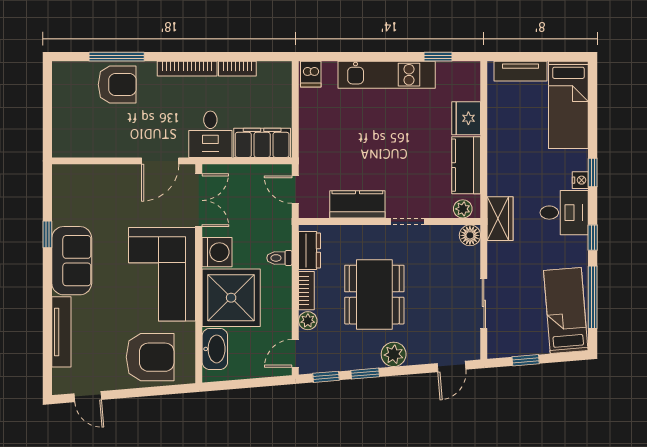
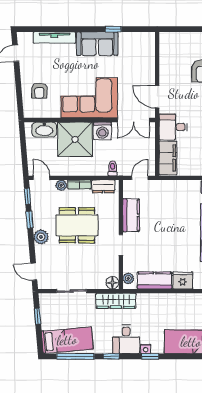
wardrobe: (500, 219) -> (116, 301), width x1.50
toilet: (279, 258) -> (113, 168), moved
armchair: (150, 357) -> (39, 91), width x0.53, depth x0.53

